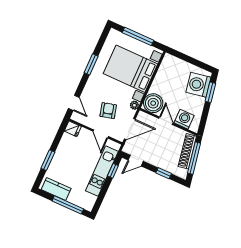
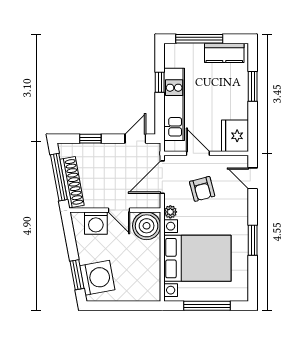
fridge: (73, 129) -> (235, 136), width x1.88, depth x1.34
window: (113, 171) -> (160, 82), moved

